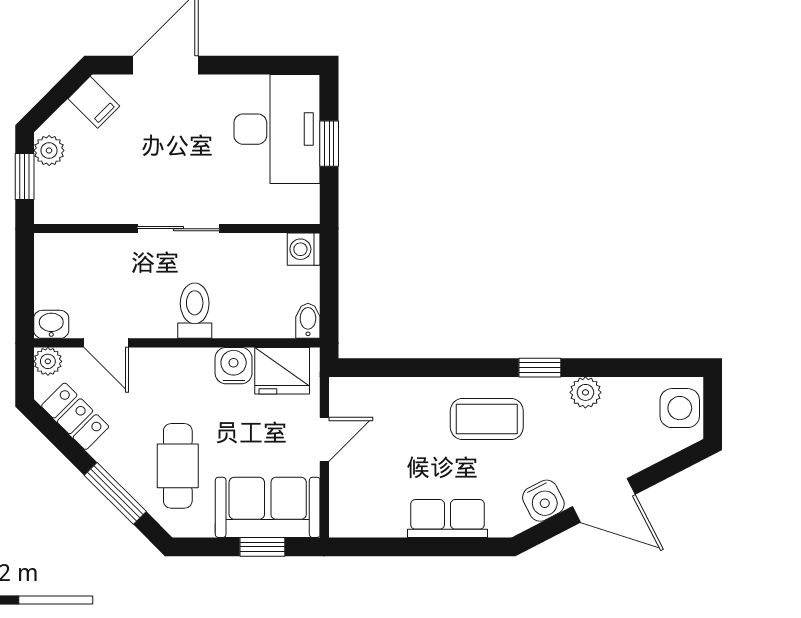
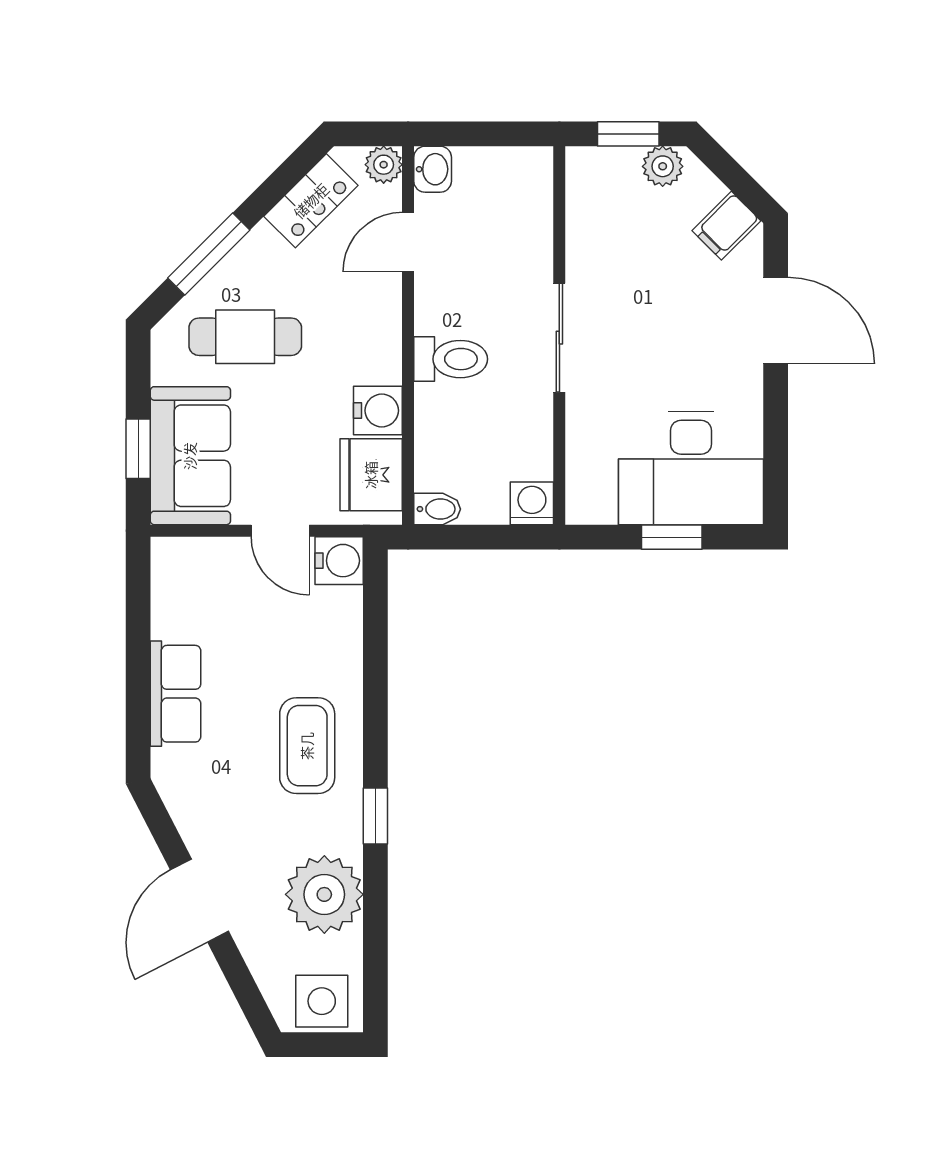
plant: (585, 392) -> (324, 894), width x1.88, depth x1.88
water cooler: (543, 501) -> (339, 561), moved, turned -153

